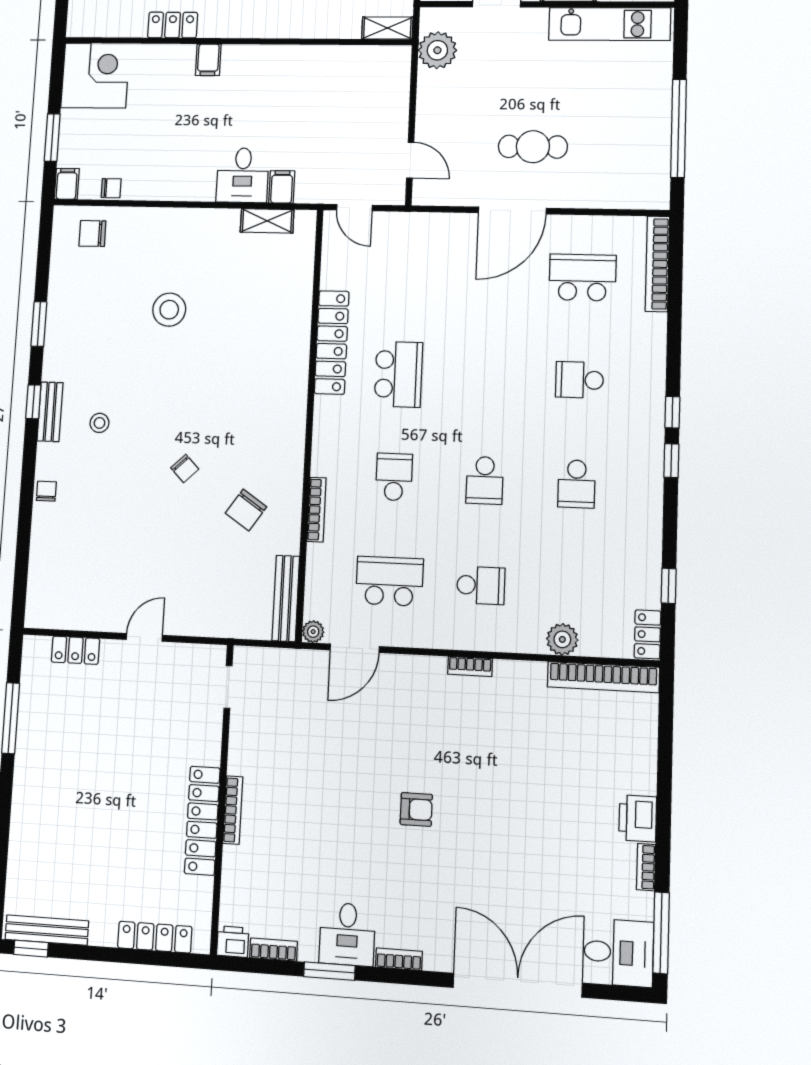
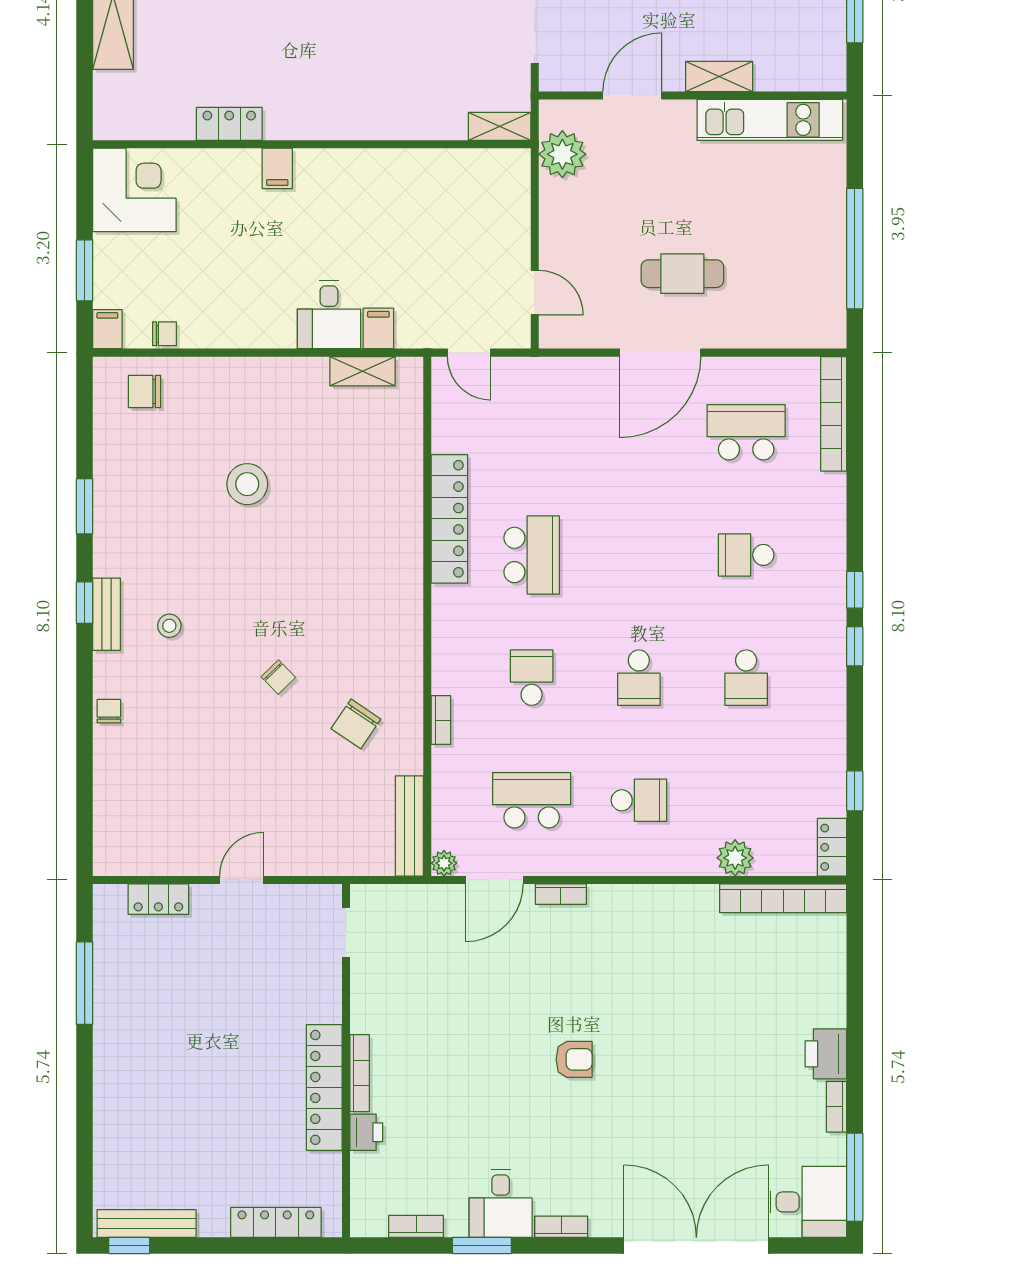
bookcase: (317, 510) -> (441, 720), width x0.64
bookcase: (470, 666) -> (561, 894), moved
printer: (233, 942) -> (366, 1132), moved, turned 90

